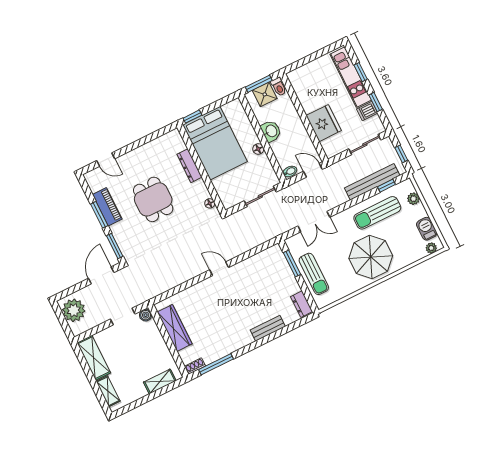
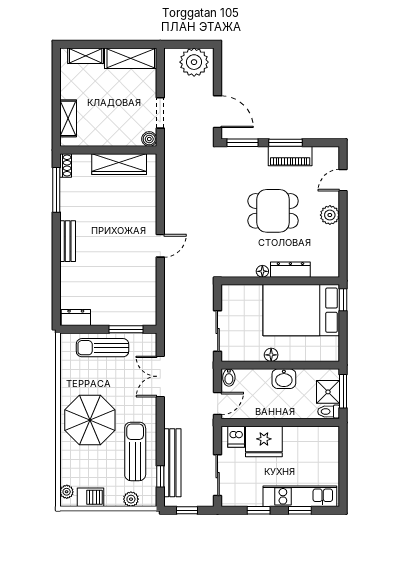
dishwasher: (367, 111) -> (236, 437), moved, turned 180
plant: (136, 157) -> (330, 215), added
floor lamp: (210, 203) -> (262, 271), moved
bench: (268, 328) -> (68, 241), moved

